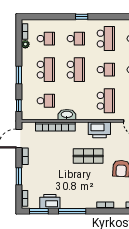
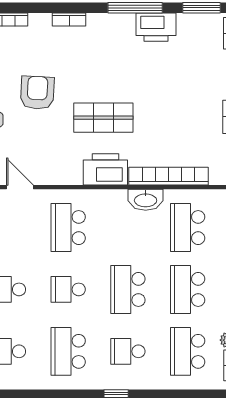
school desk: (46, 39) -> (188, 351), width x1.85
school desk: (46, 101) -> (188, 228), width x1.85
printer: (99, 130) -> (105, 169), moved
printer: (50, 201) -> (156, 27), moved

